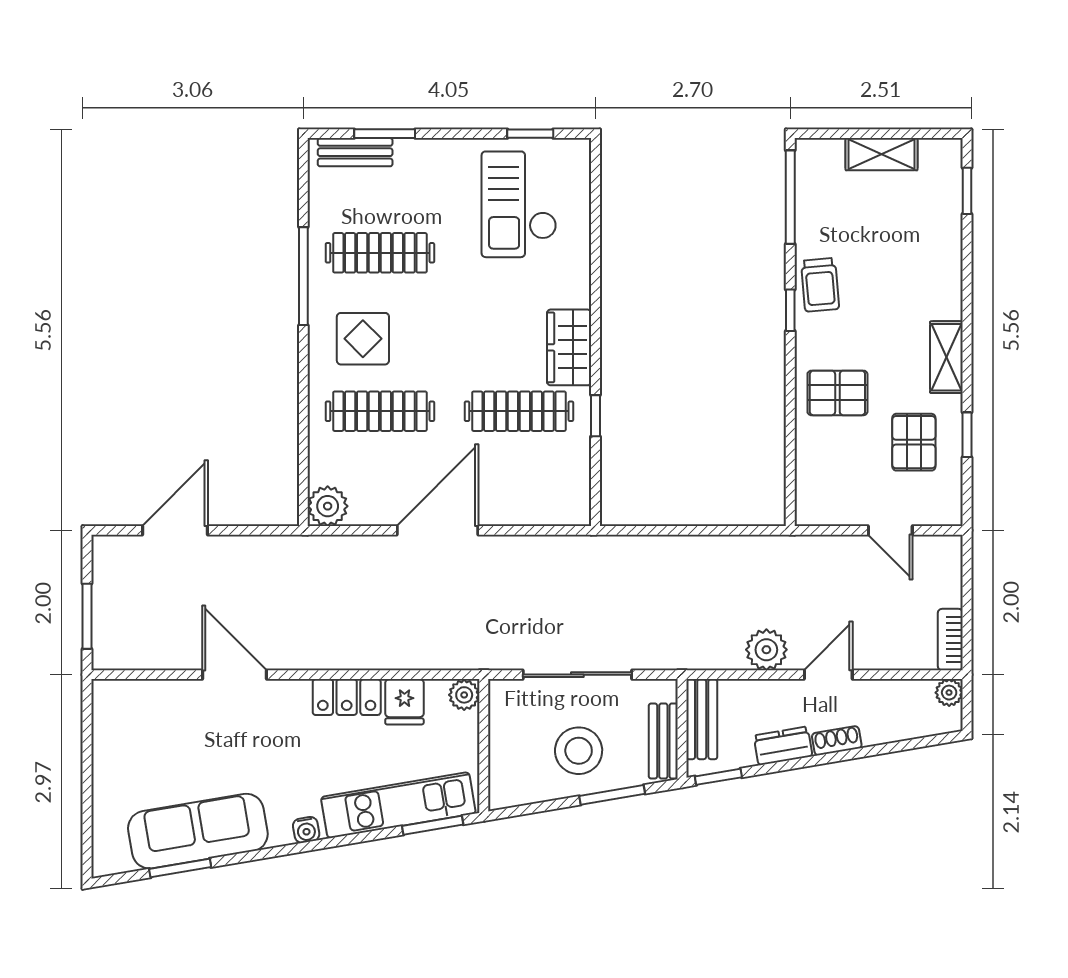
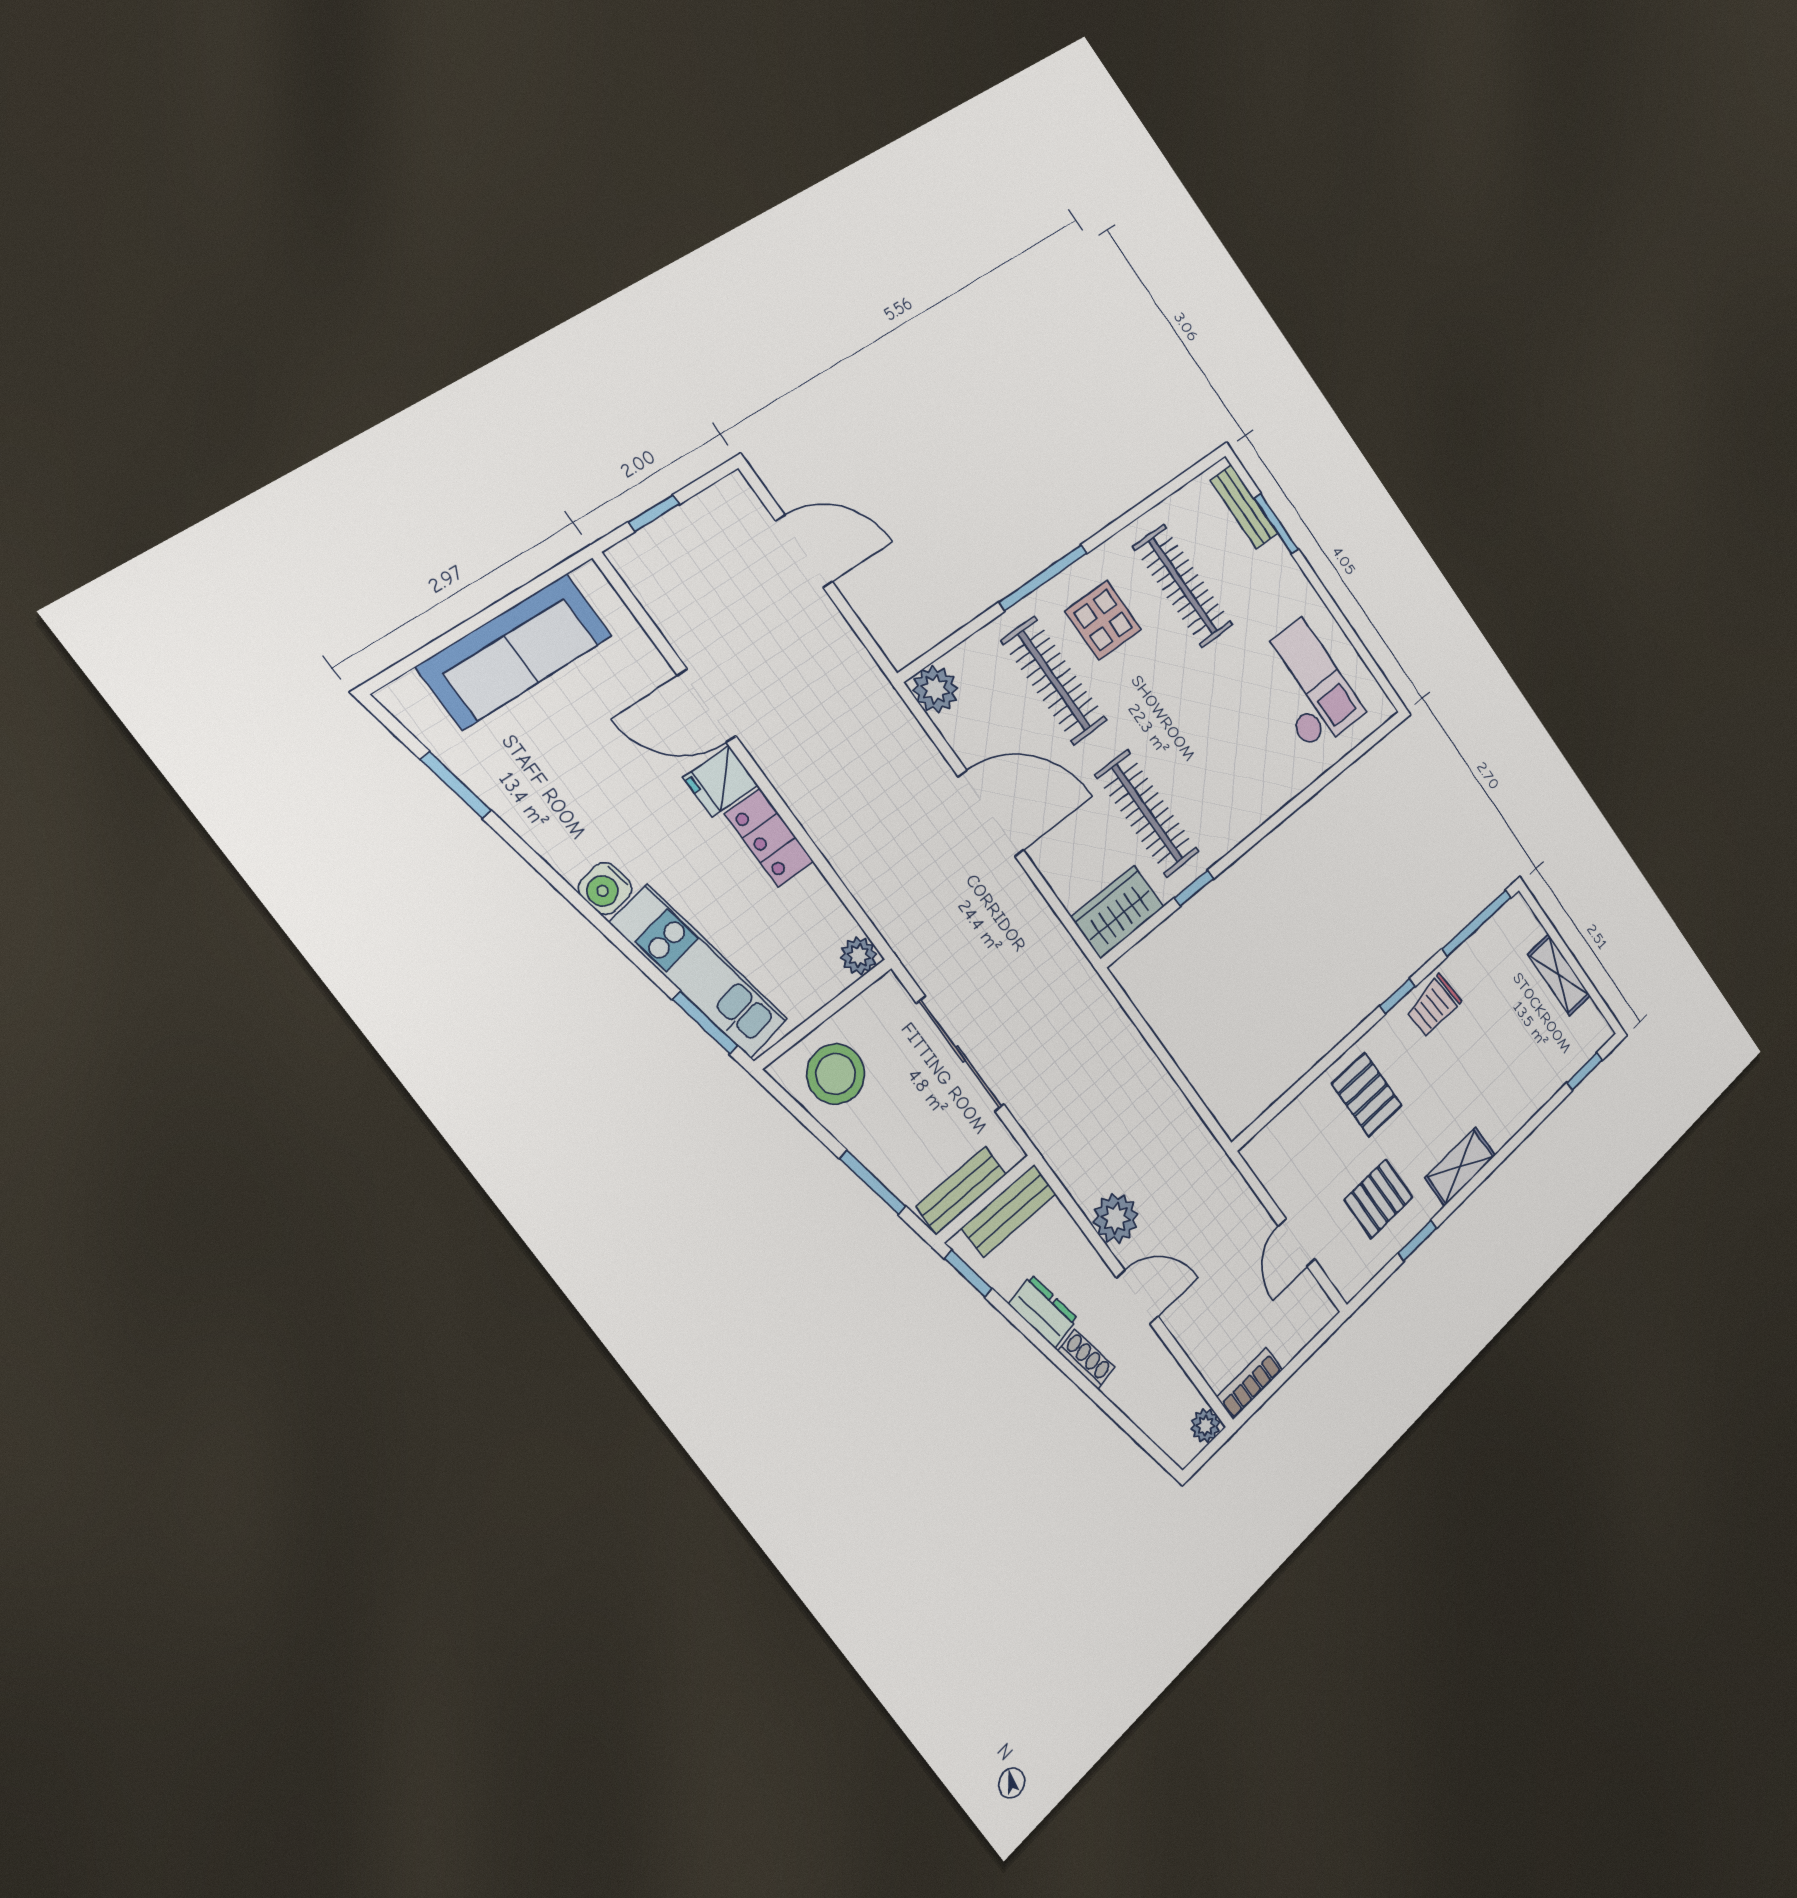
window: (530, 134) -> (1365, 655), removed
checkout: (519, 204) -> (1307, 686), turned 90
window: (303, 276) -> (1043, 577), moved
wardrobe: (569, 347) -> (1117, 912), moved
window: (87, 616) -> (654, 513), width x0.67
door: (235, 675) -> (707, 706), swing flipped
fridge: (404, 702) -> (721, 781), moved
stool: (579, 751) -> (836, 1074), moved
water cooler: (306, 830) -> (605, 888), width x1.38, depth x1.38
sofa: (198, 831) -> (515, 651), moved, turned 100

